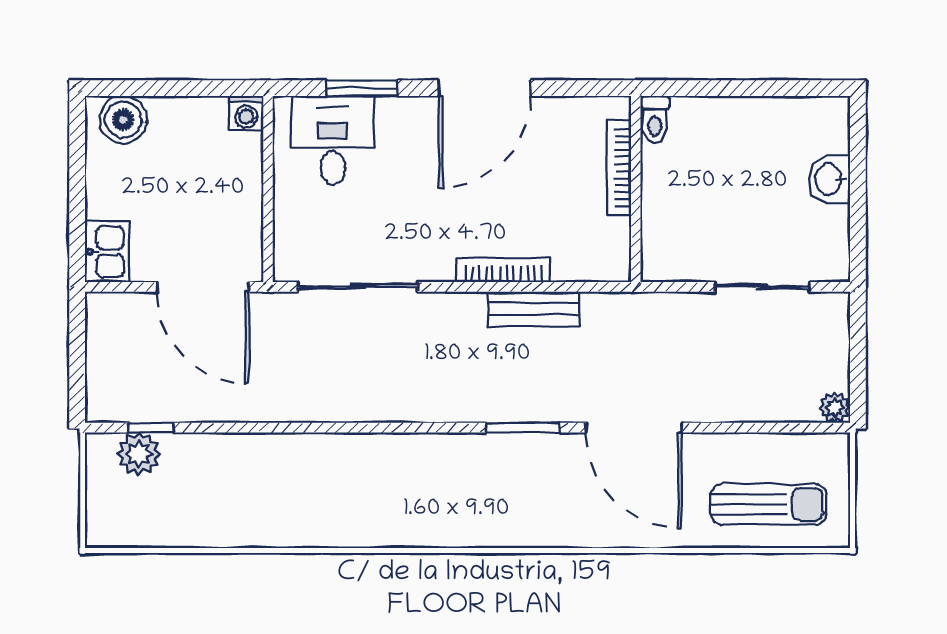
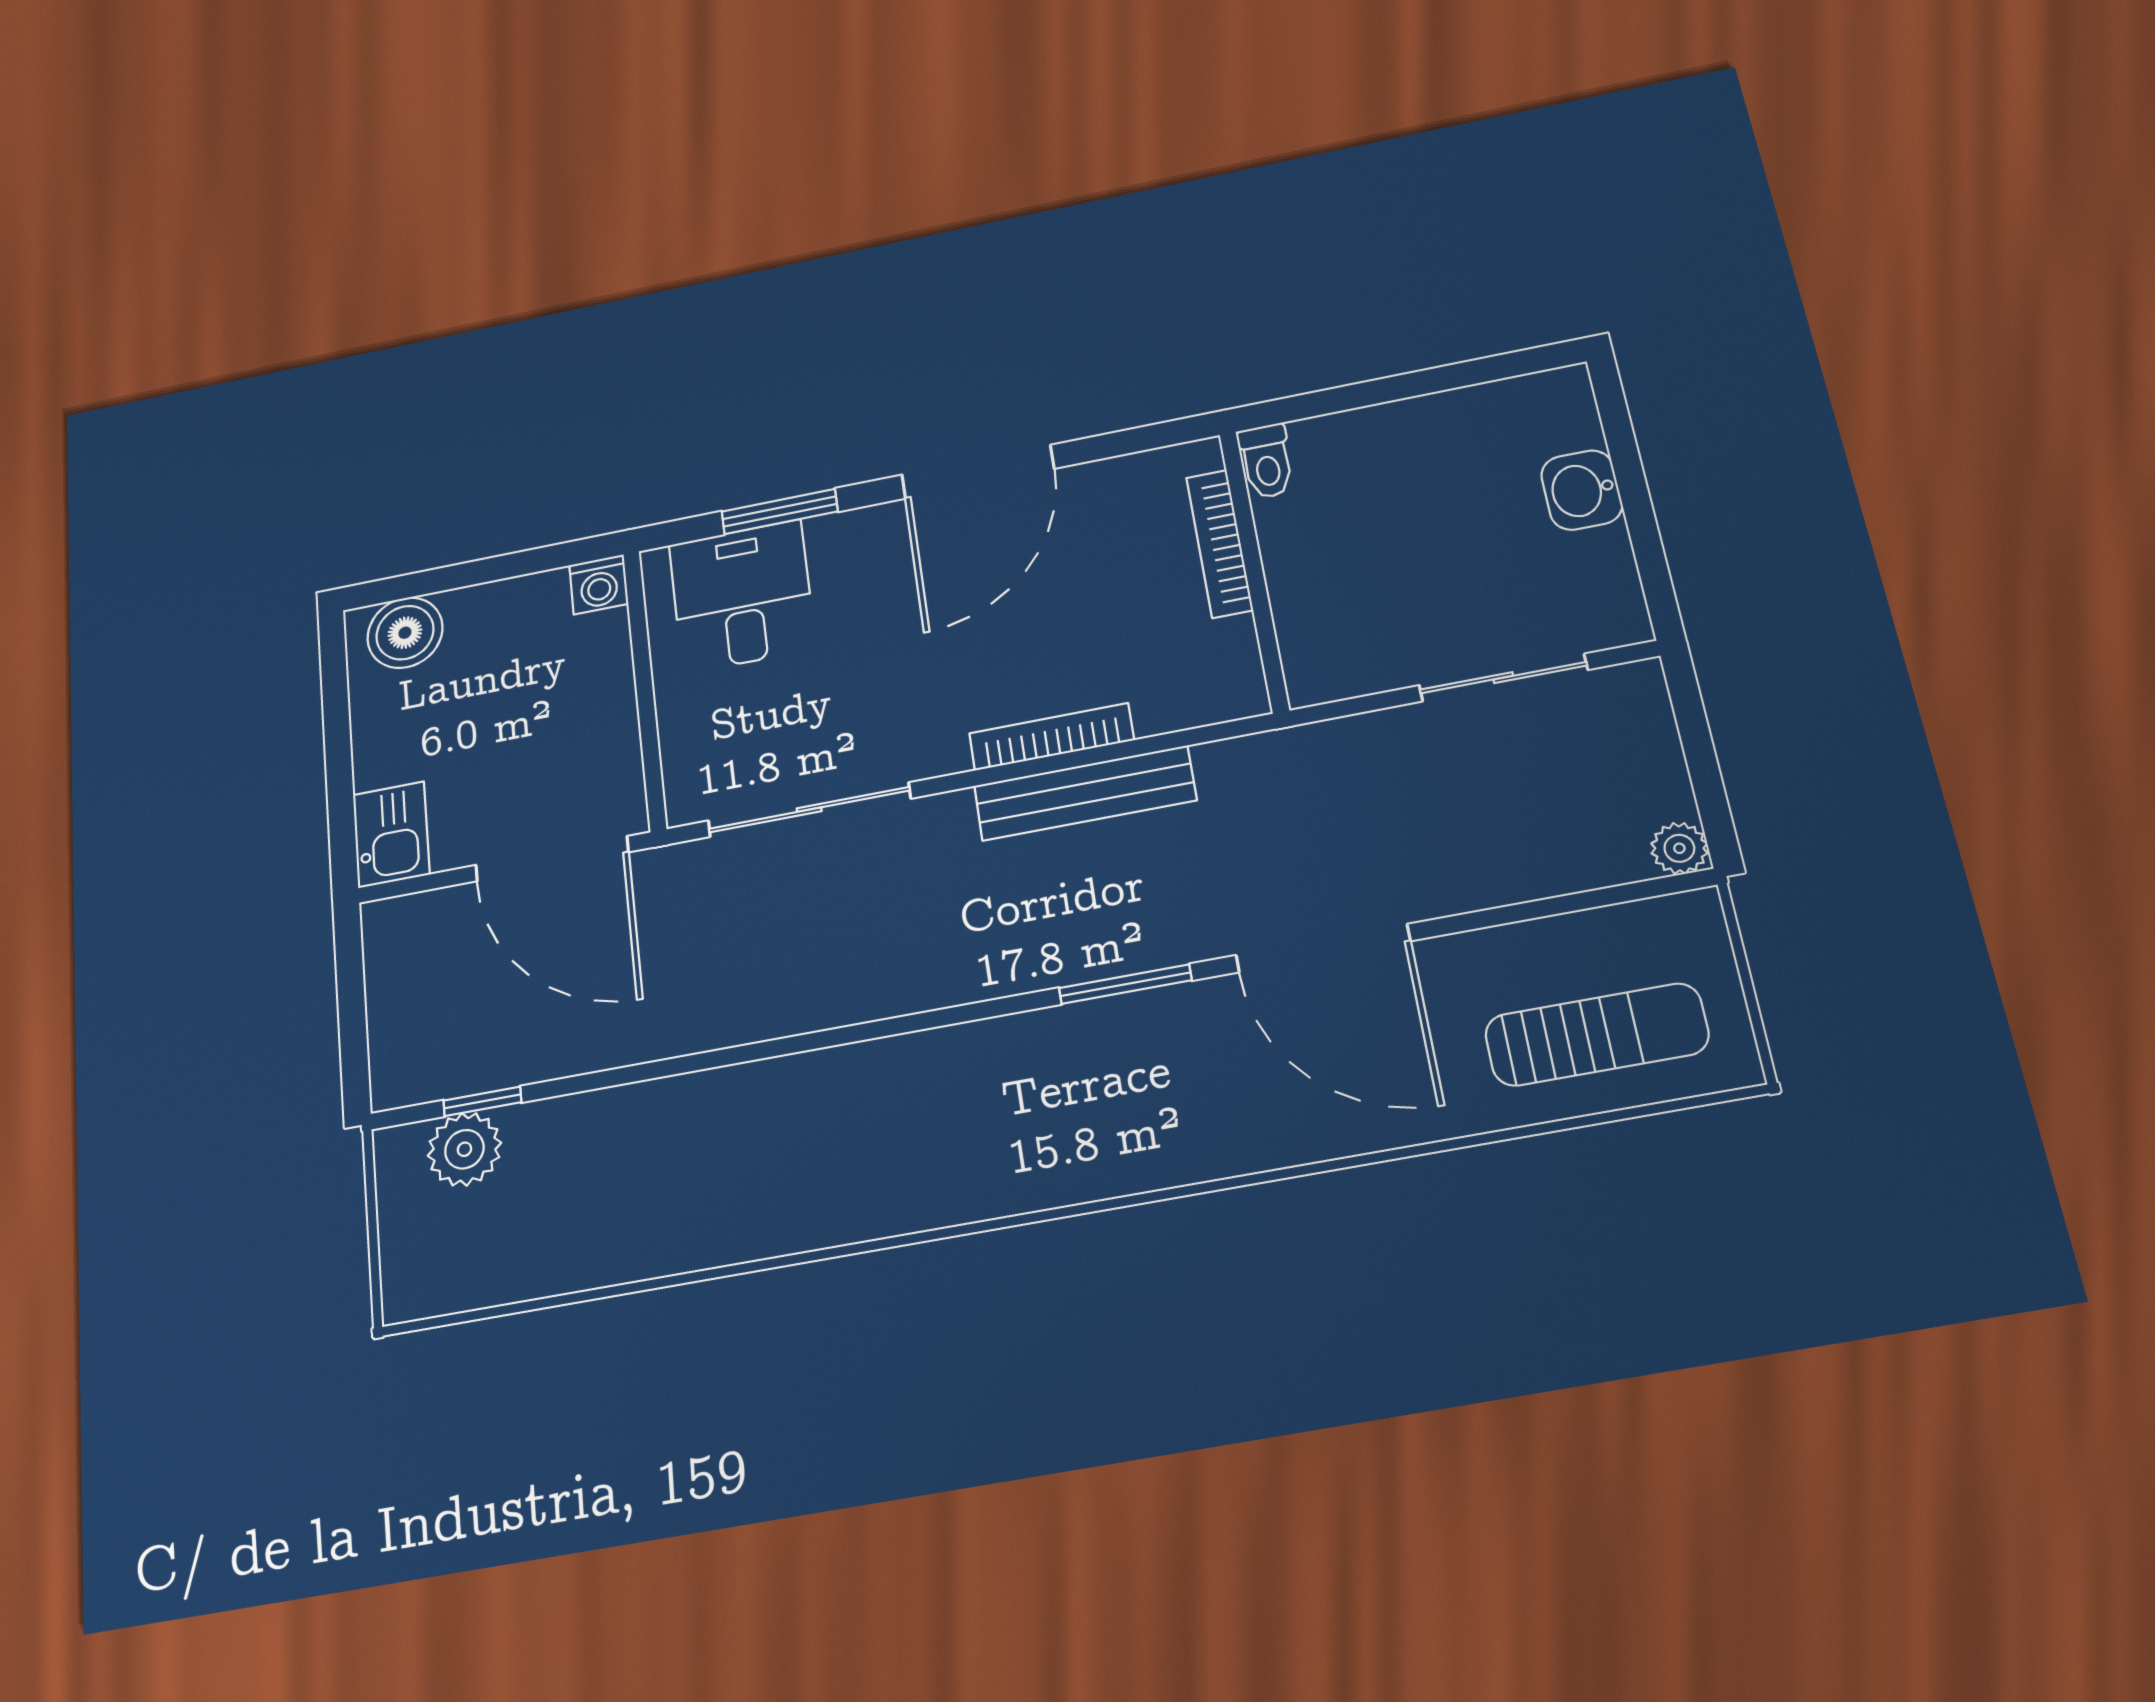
bench: (534, 309) -> (1085, 793), width x1.36

